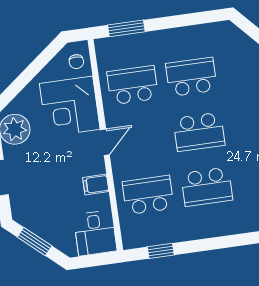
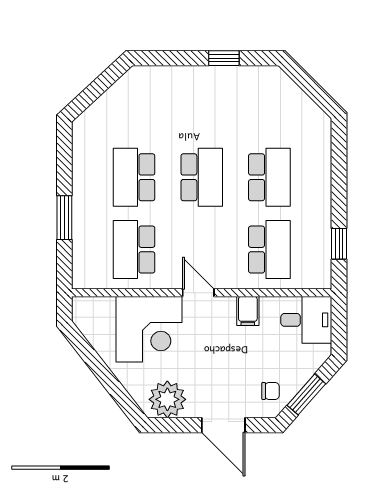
window: (126, 28) -> (64, 218), moved
chair: (76, 62) -> (271, 391), moved
school desk: (148, 195) -> (269, 250), turned 180

